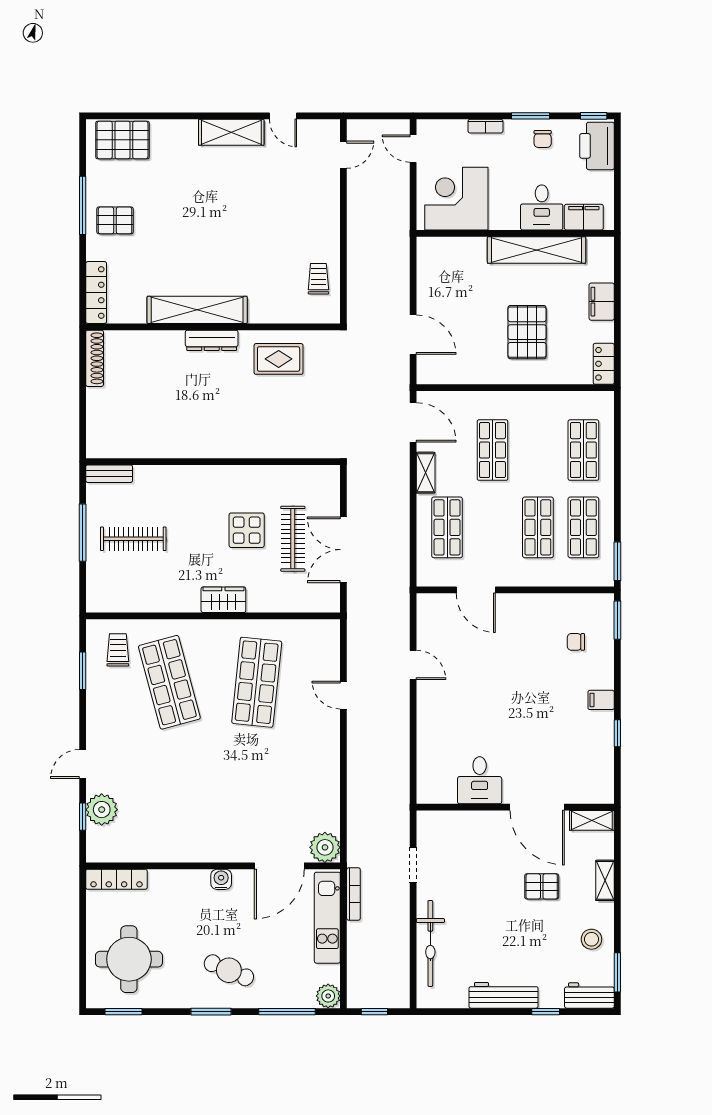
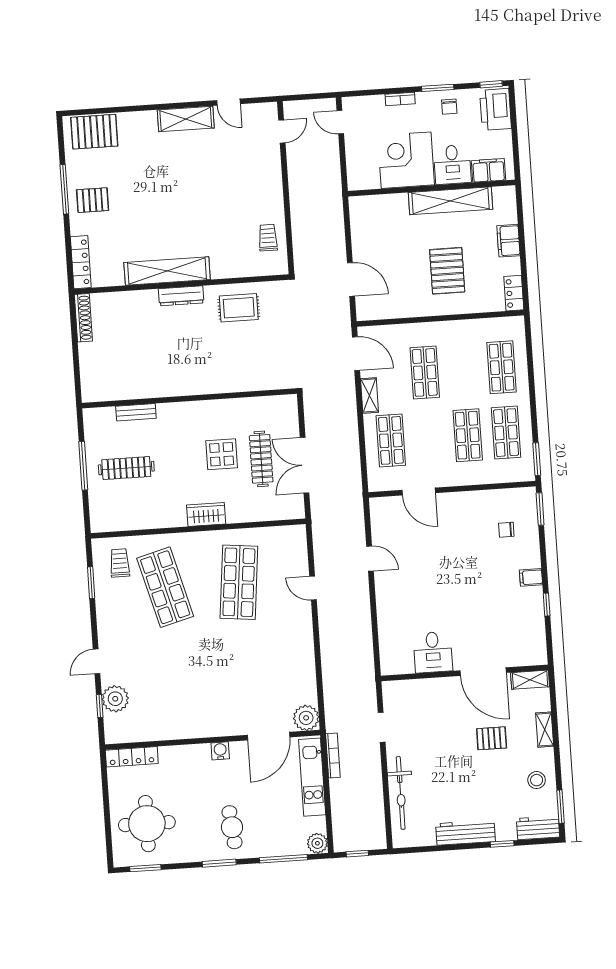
corner desk: (456, 199) -> (406, 160), moved
bench: (109, 474) -> (136, 412), moved
cafe table: (229, 970) -> (232, 827), turned 61

